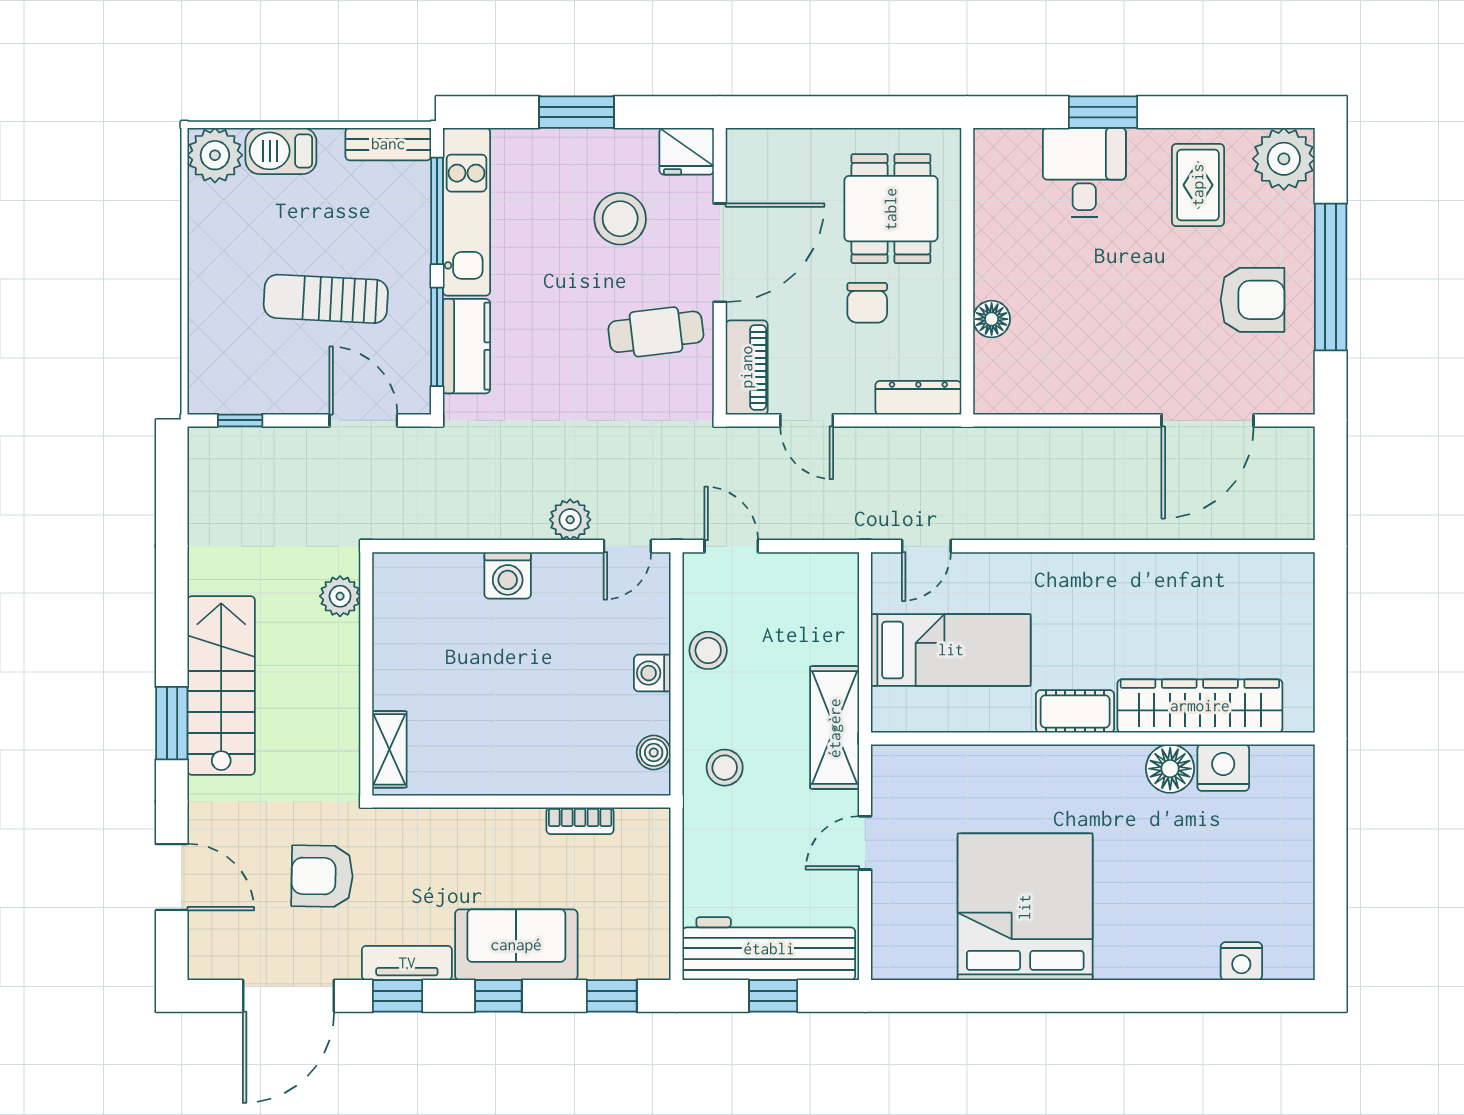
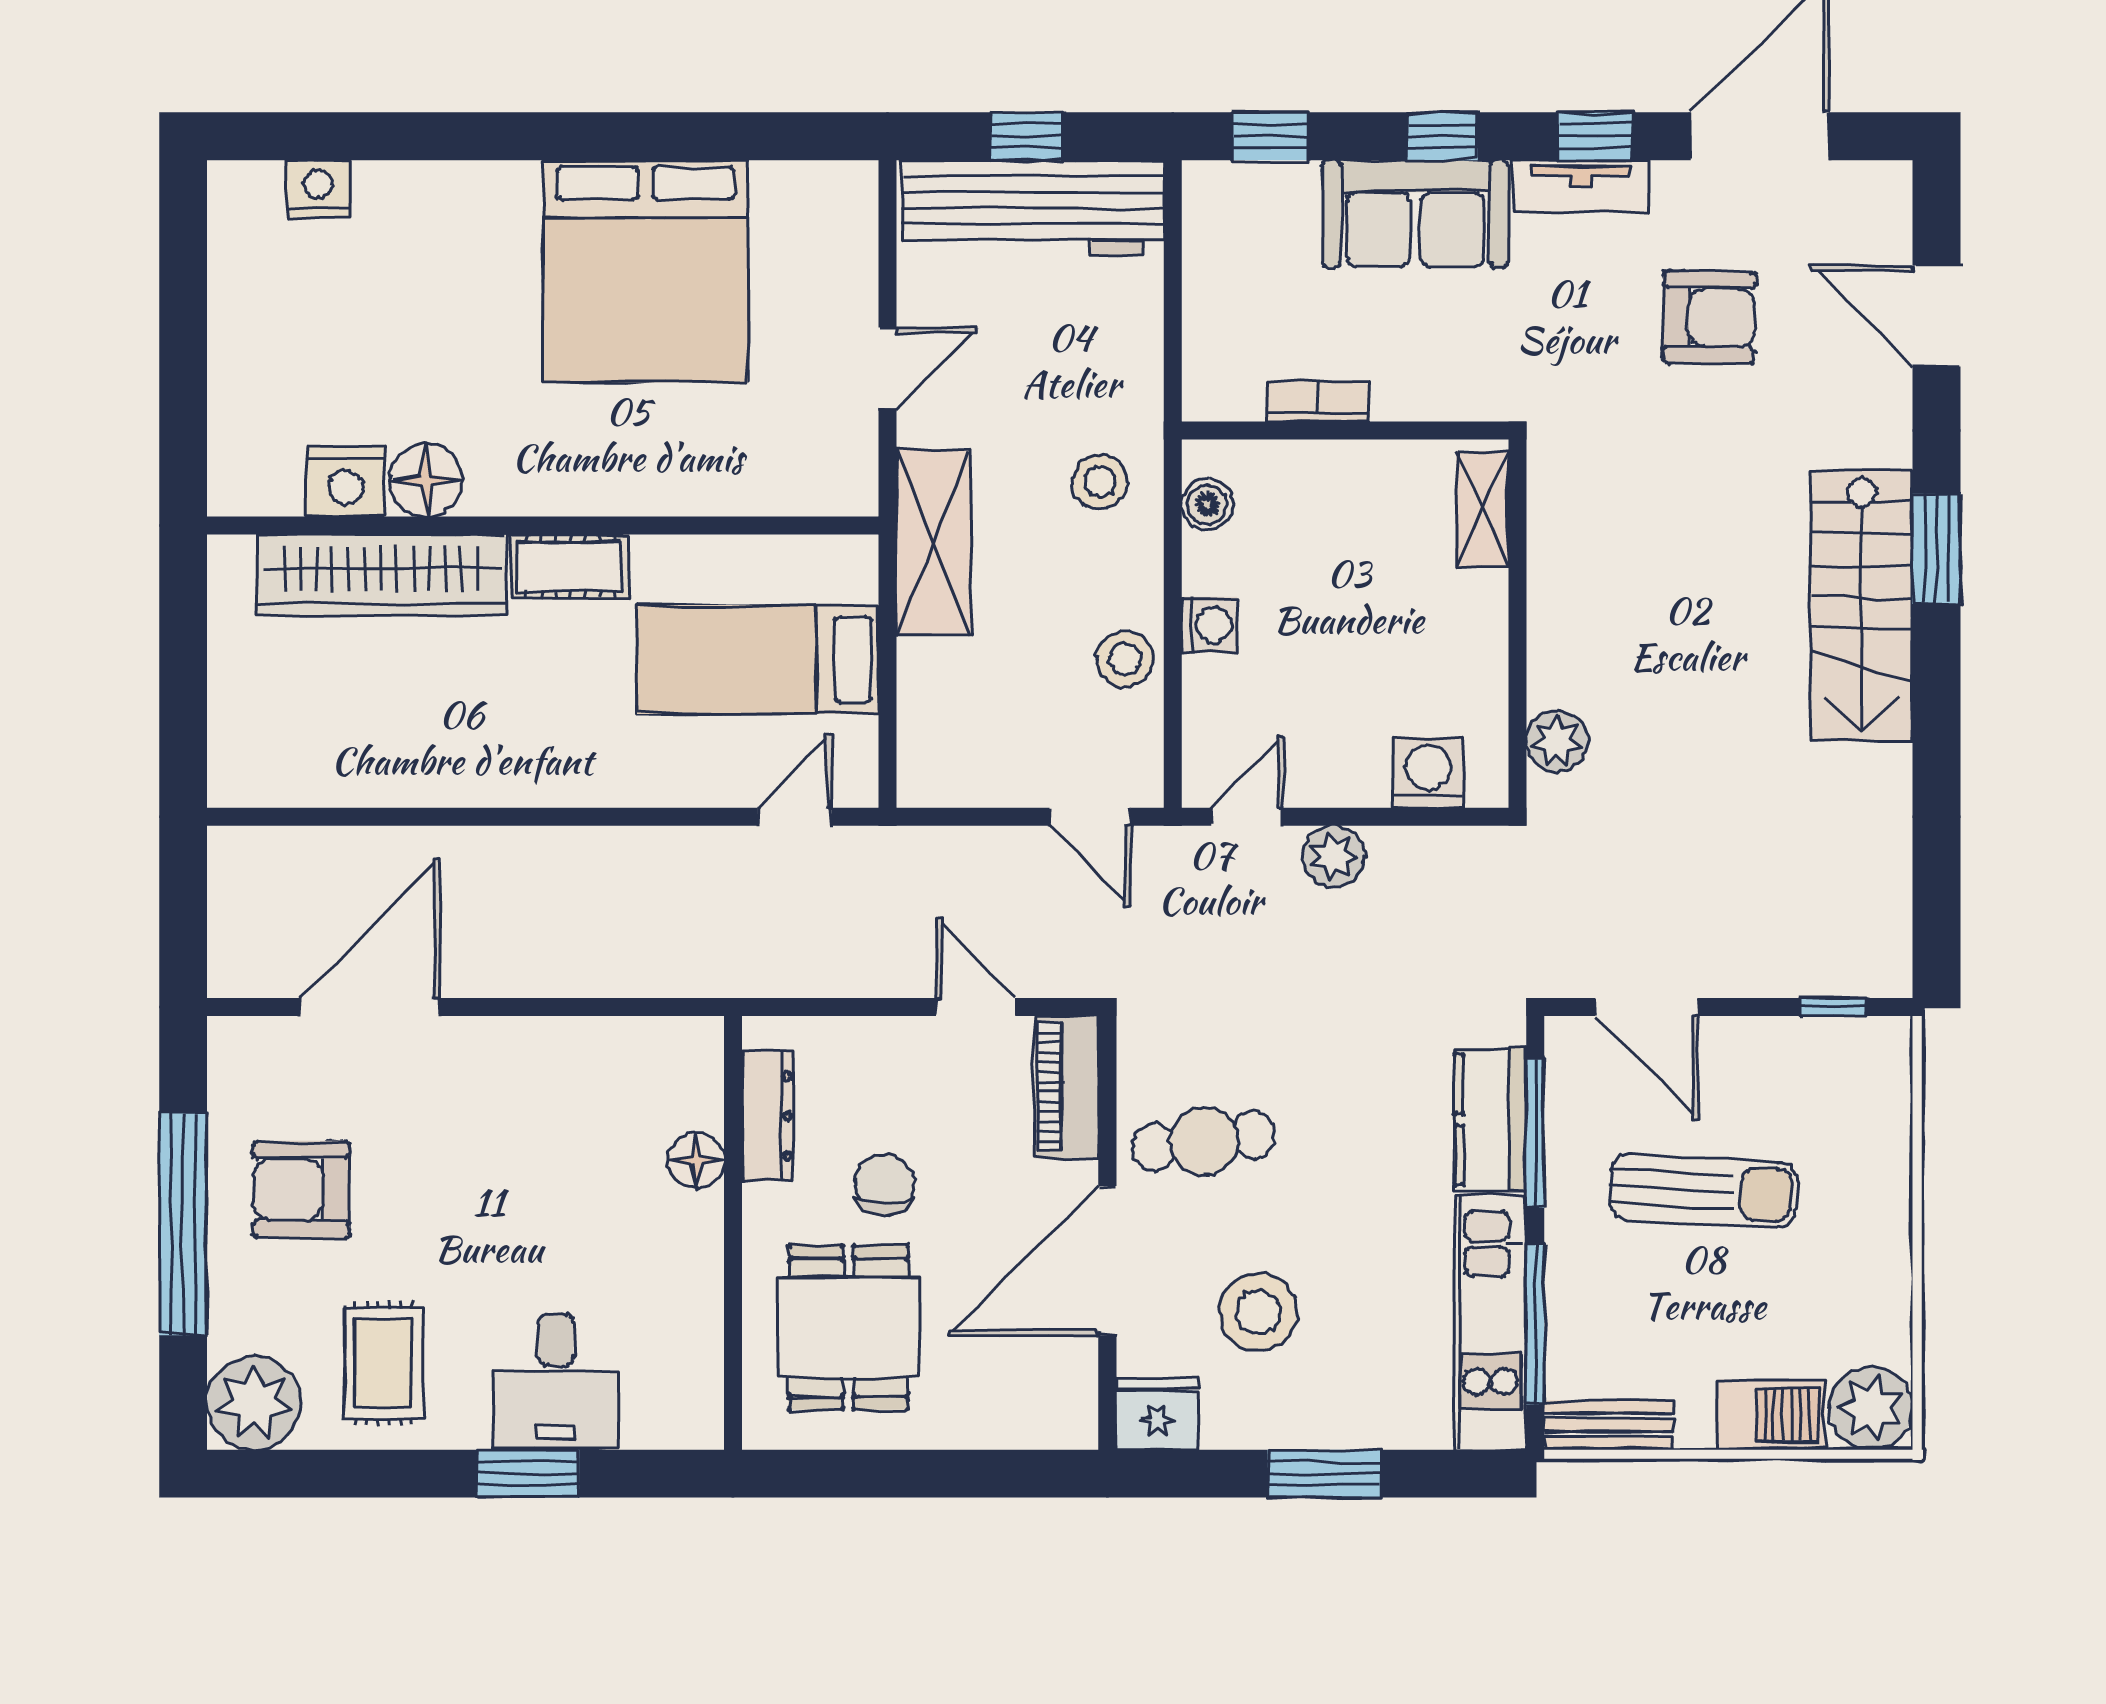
dresser: (918, 398) -> (767, 1116), moved, turned -90
plant: (340, 596) -> (1557, 741), moved
wall: (366, 674) -> (1517, 624), moved
shelving: (389, 749) -> (1482, 509), moved

